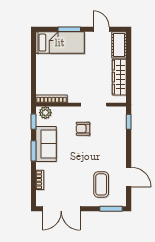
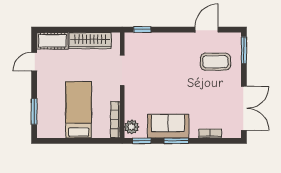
window: (69, 29) -> (34, 112), moved
bed: (60, 43) -> (79, 110), moved
armchair: (83, 129) -> (150, 83), removed

